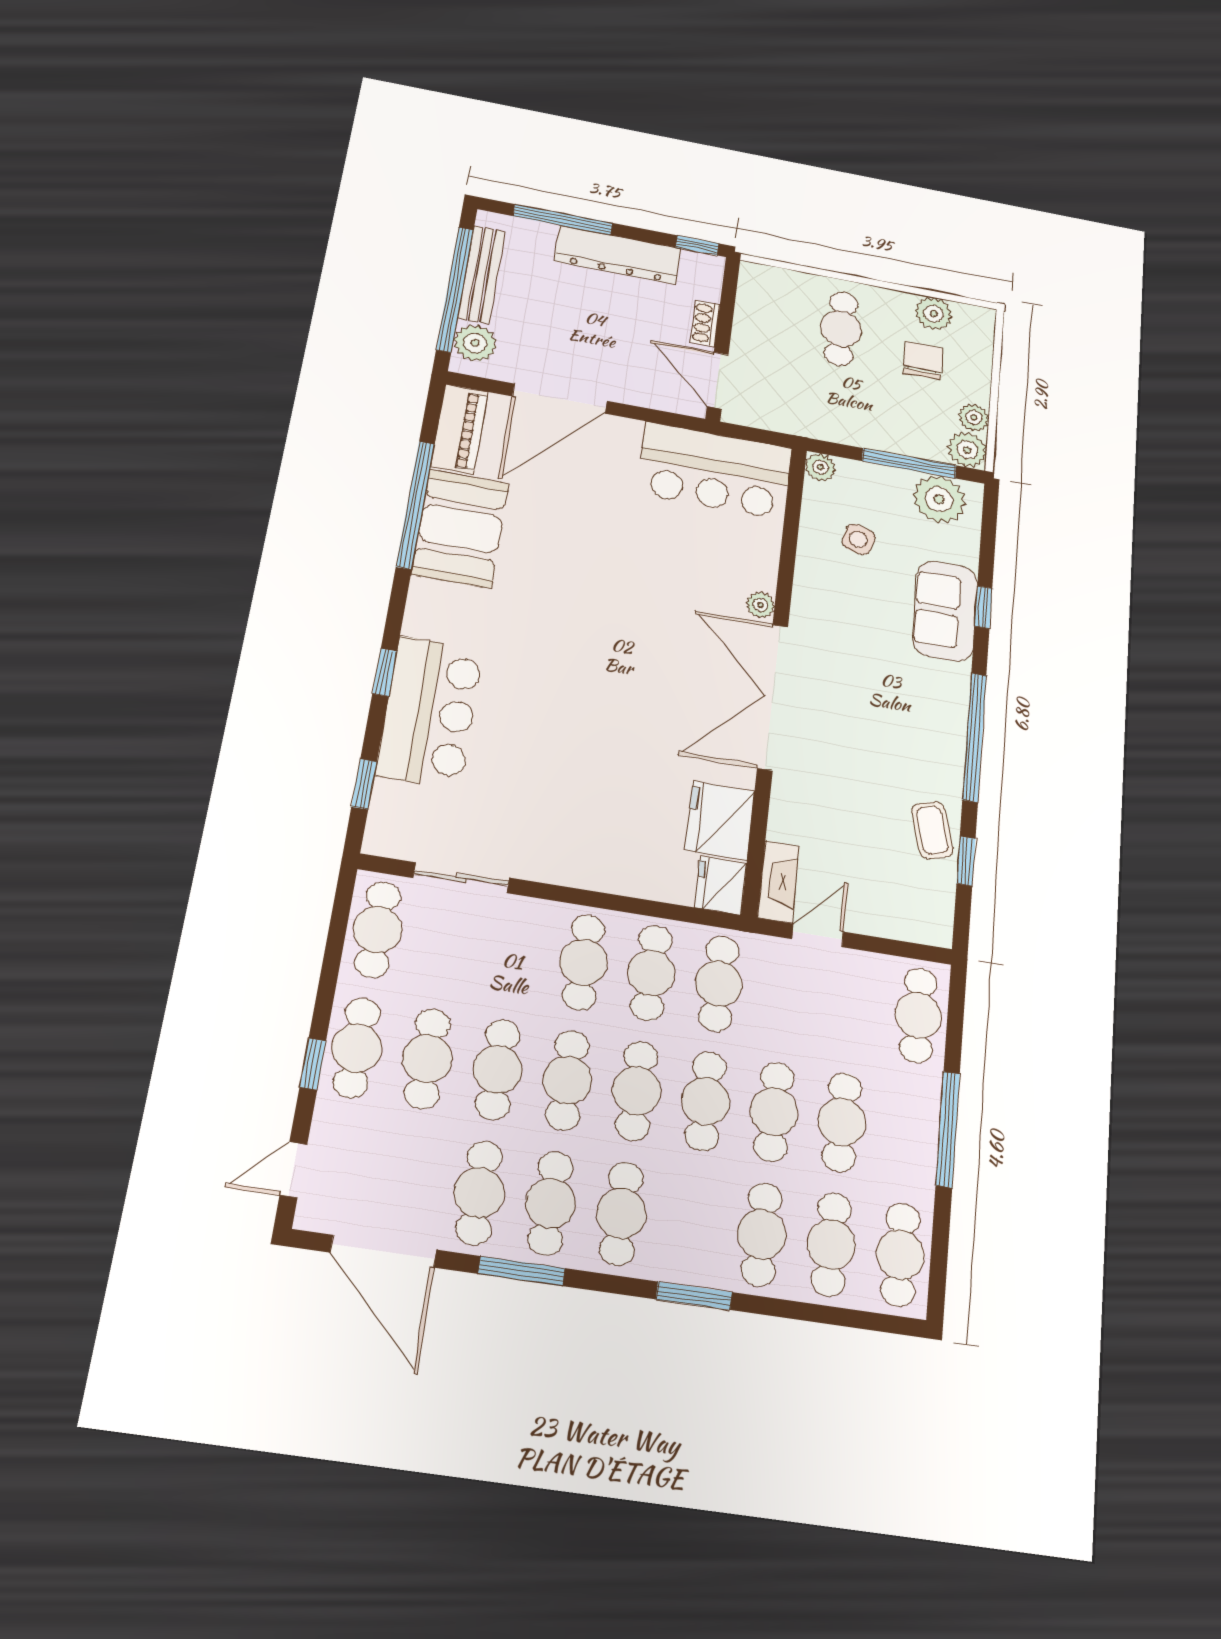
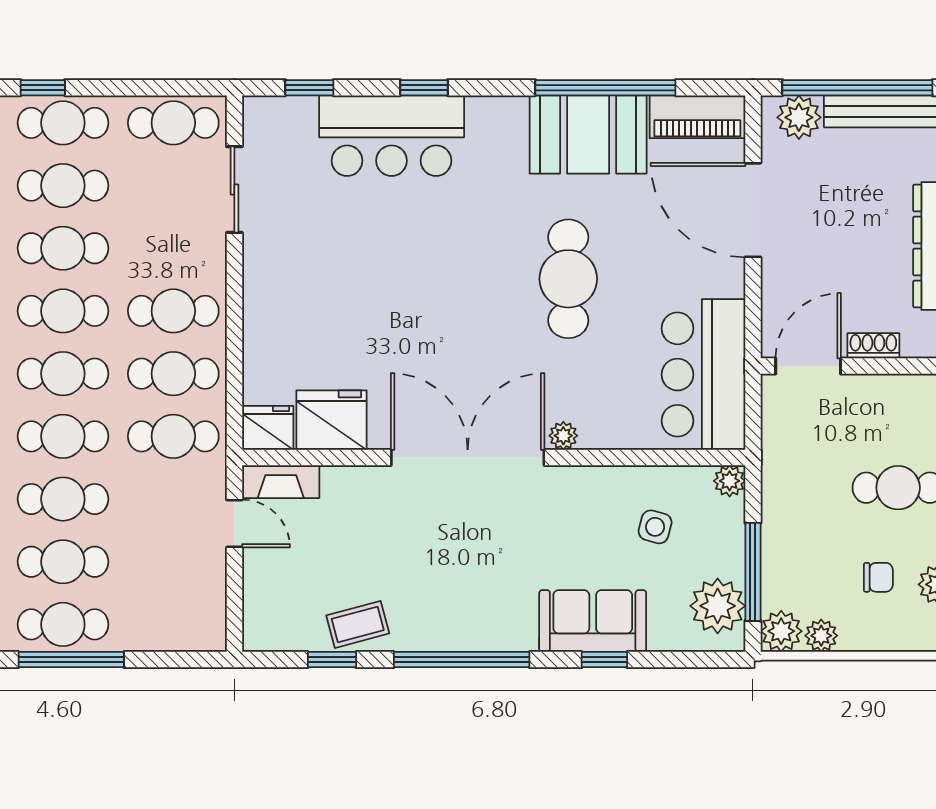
chair: (923, 361) -> (878, 577), width x0.73, depth x0.73
cafe table: (604, 573) -> (568, 279), added
cafe table: (918, 1015) -> (63, 624), moved

